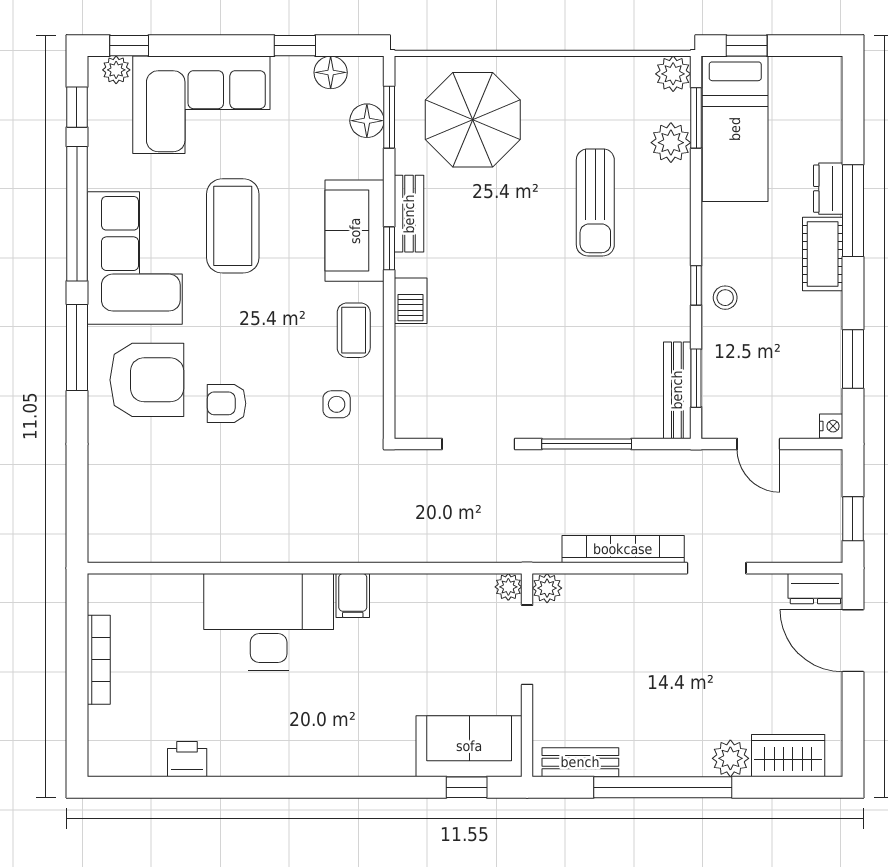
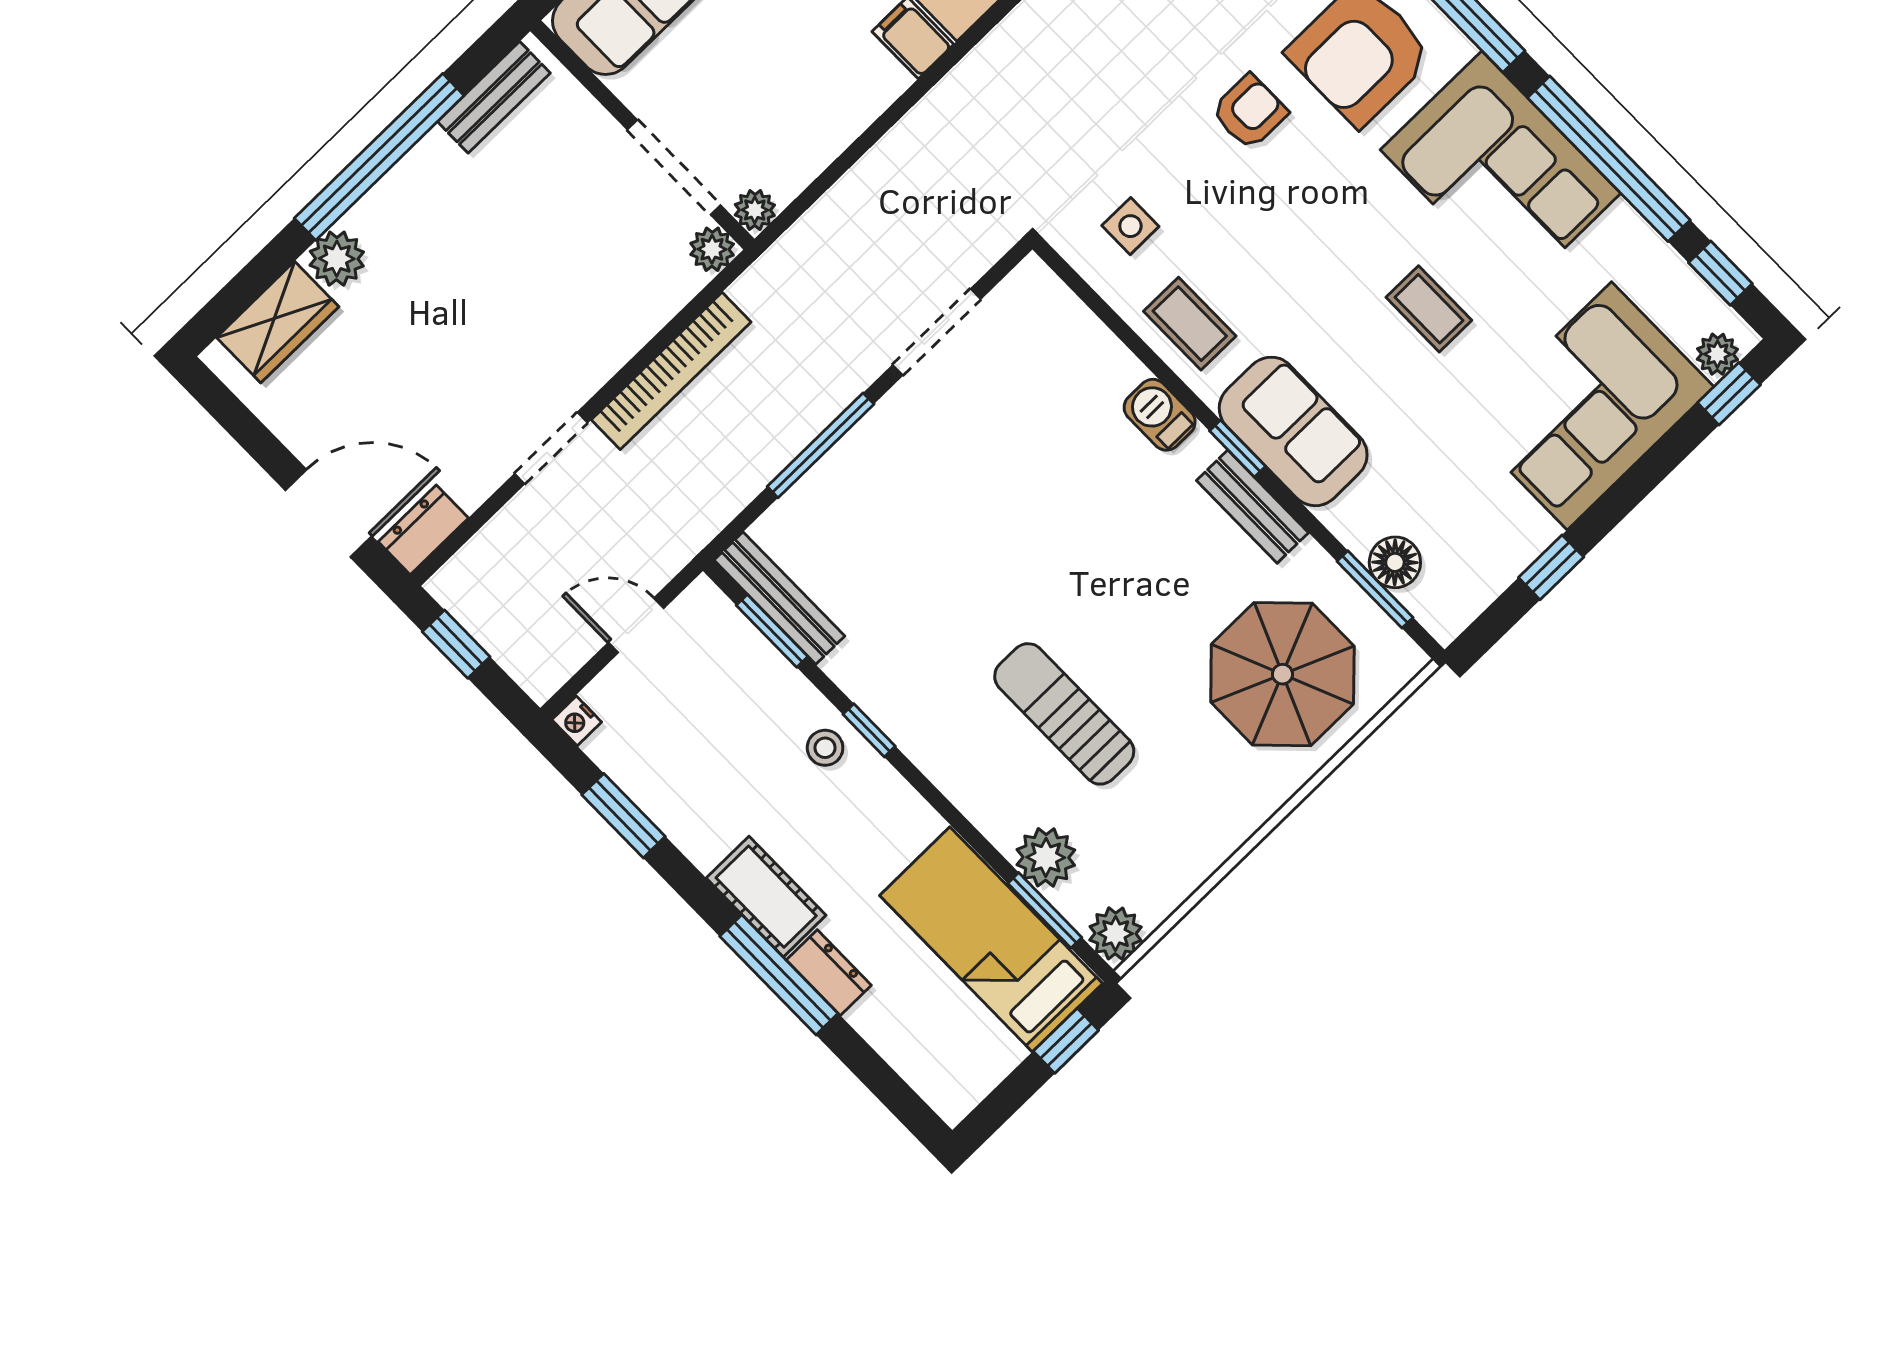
floor lamp: (331, 72) -> (1485, 576), removed
coffee table: (233, 226) -> (1429, 309), width x0.54, depth x0.58

